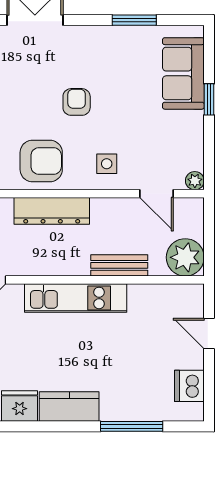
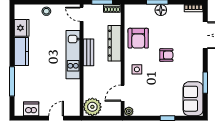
sofa: (183, 73) -> (193, 99), moved, turned -90
bench: (119, 265) -> (89, 52), moved

